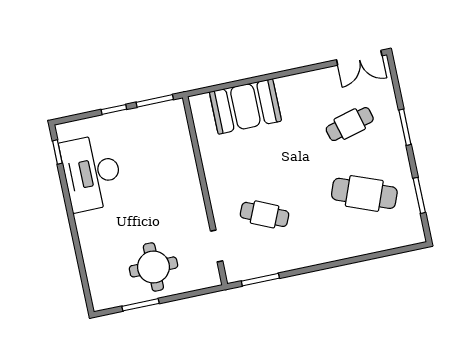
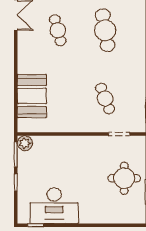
plant: (174, 111) -> (25, 143), added
cafe table: (364, 193) -> (105, 30), turned -30
cafe table: (265, 214) -> (105, 98), turned -45

